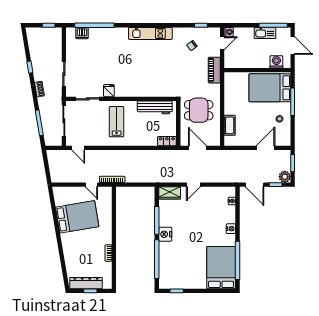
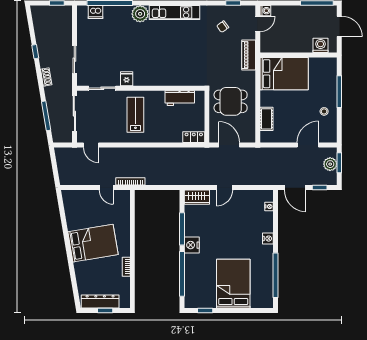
kitchen sink: (265, 33) -> (307, 12), removed
plant: (121, 35) -> (140, 14), added
bed: (270, 88) -> (284, 74), moved, turned 180
workbench: (155, 107) -> (180, 98), width x0.73
plant: (285, 177) -> (330, 164), moved
bed: (77, 217) -> (93, 243), moved
bed: (221, 268) -> (233, 284), moved

